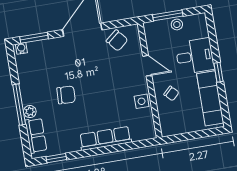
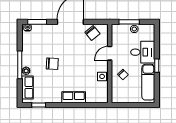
door: (147, 66) -> (110, 53), swing flipped
row of seats: (105, 138) -> (74, 97), width x0.68

